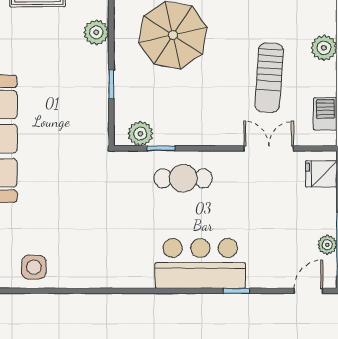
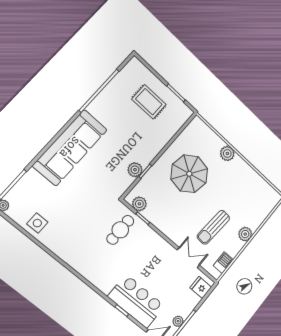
plant: (96, 32) -> (135, 170), moved
cafe table: (183, 178) -> (120, 230), moved, turned 90
bar counter: (200, 263) -> (136, 301), moved

